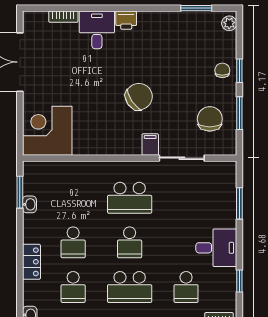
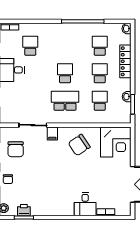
printer: (126, 20) -> (24, 210), moved
chair: (139, 97) -> (79, 145), moved
locker: (31, 262) -> (125, 61), width x1.53
school desk: (130, 287) -> (100, 101), moved, width x0.54

